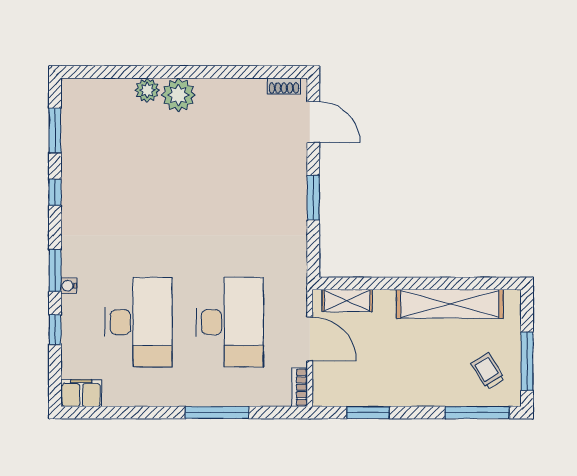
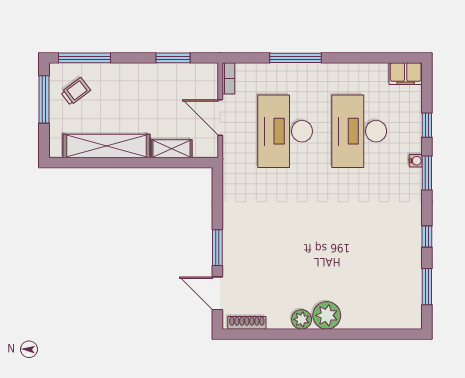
shoe rack: (284, 86) -> (247, 323), width x1.43
plant: (147, 90) -> (302, 319), moved
window: (313, 198) -> (217, 248), moved
shelving: (347, 300) -> (172, 149), moved
trolley: (488, 371) -> (76, 91), turned -95

